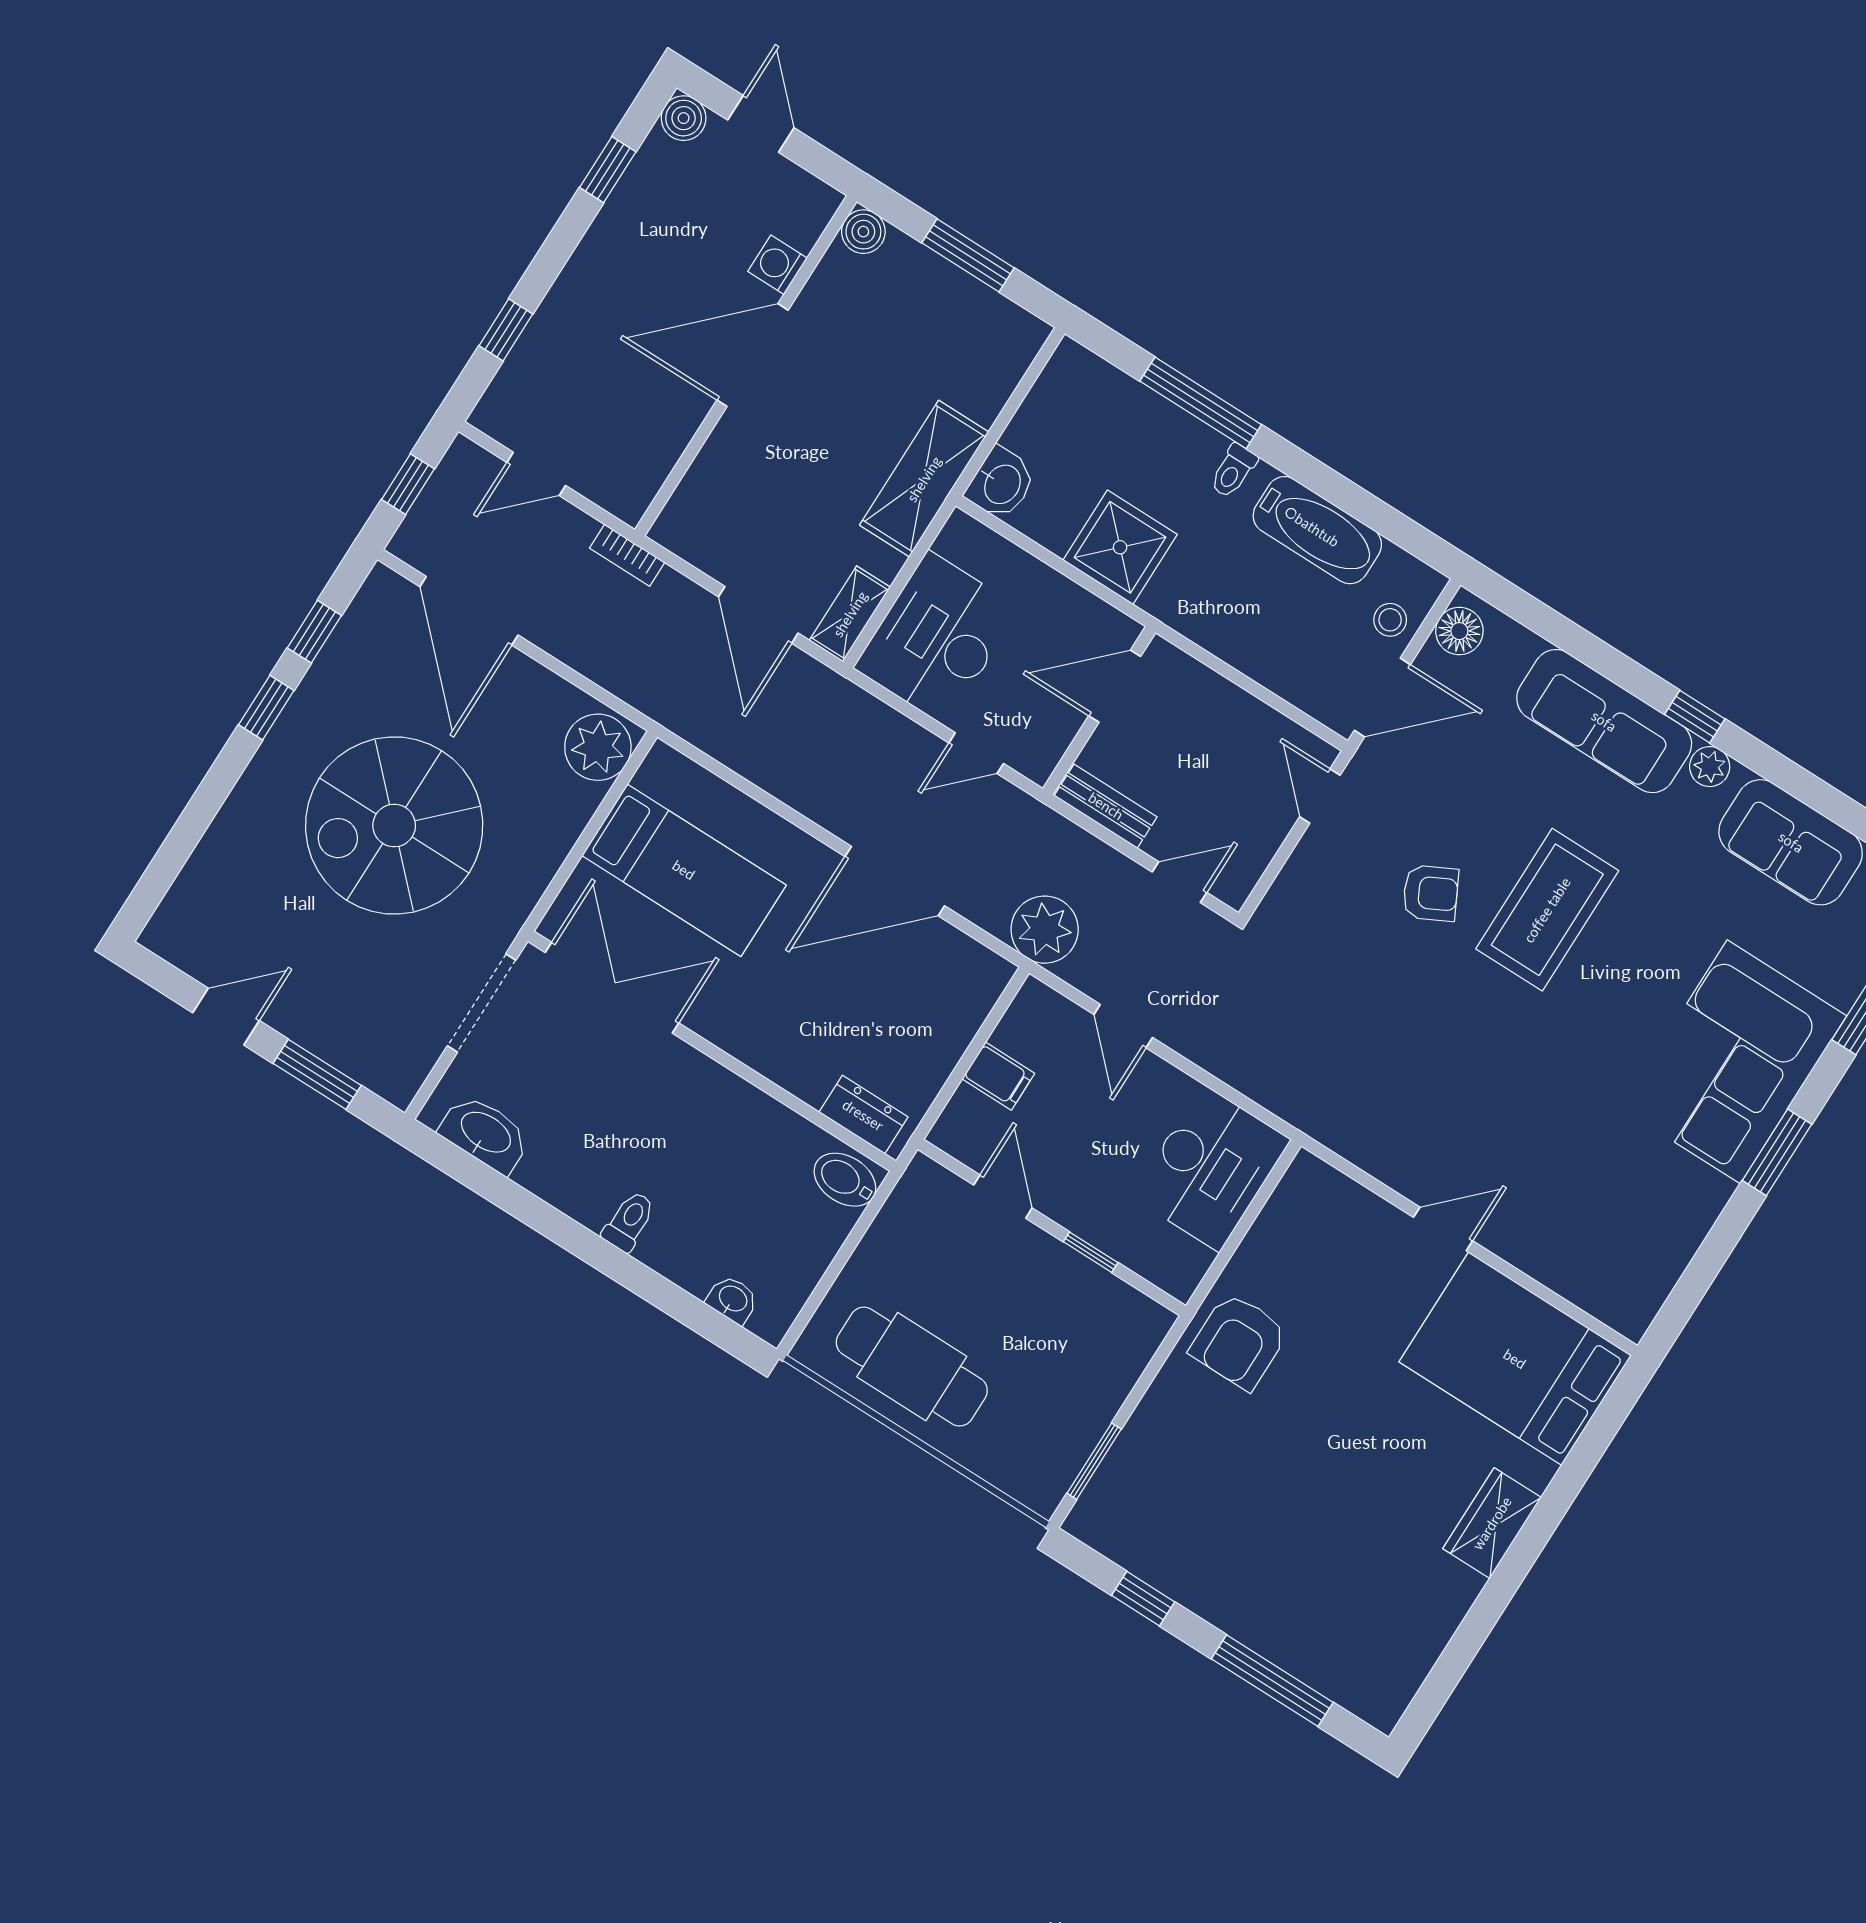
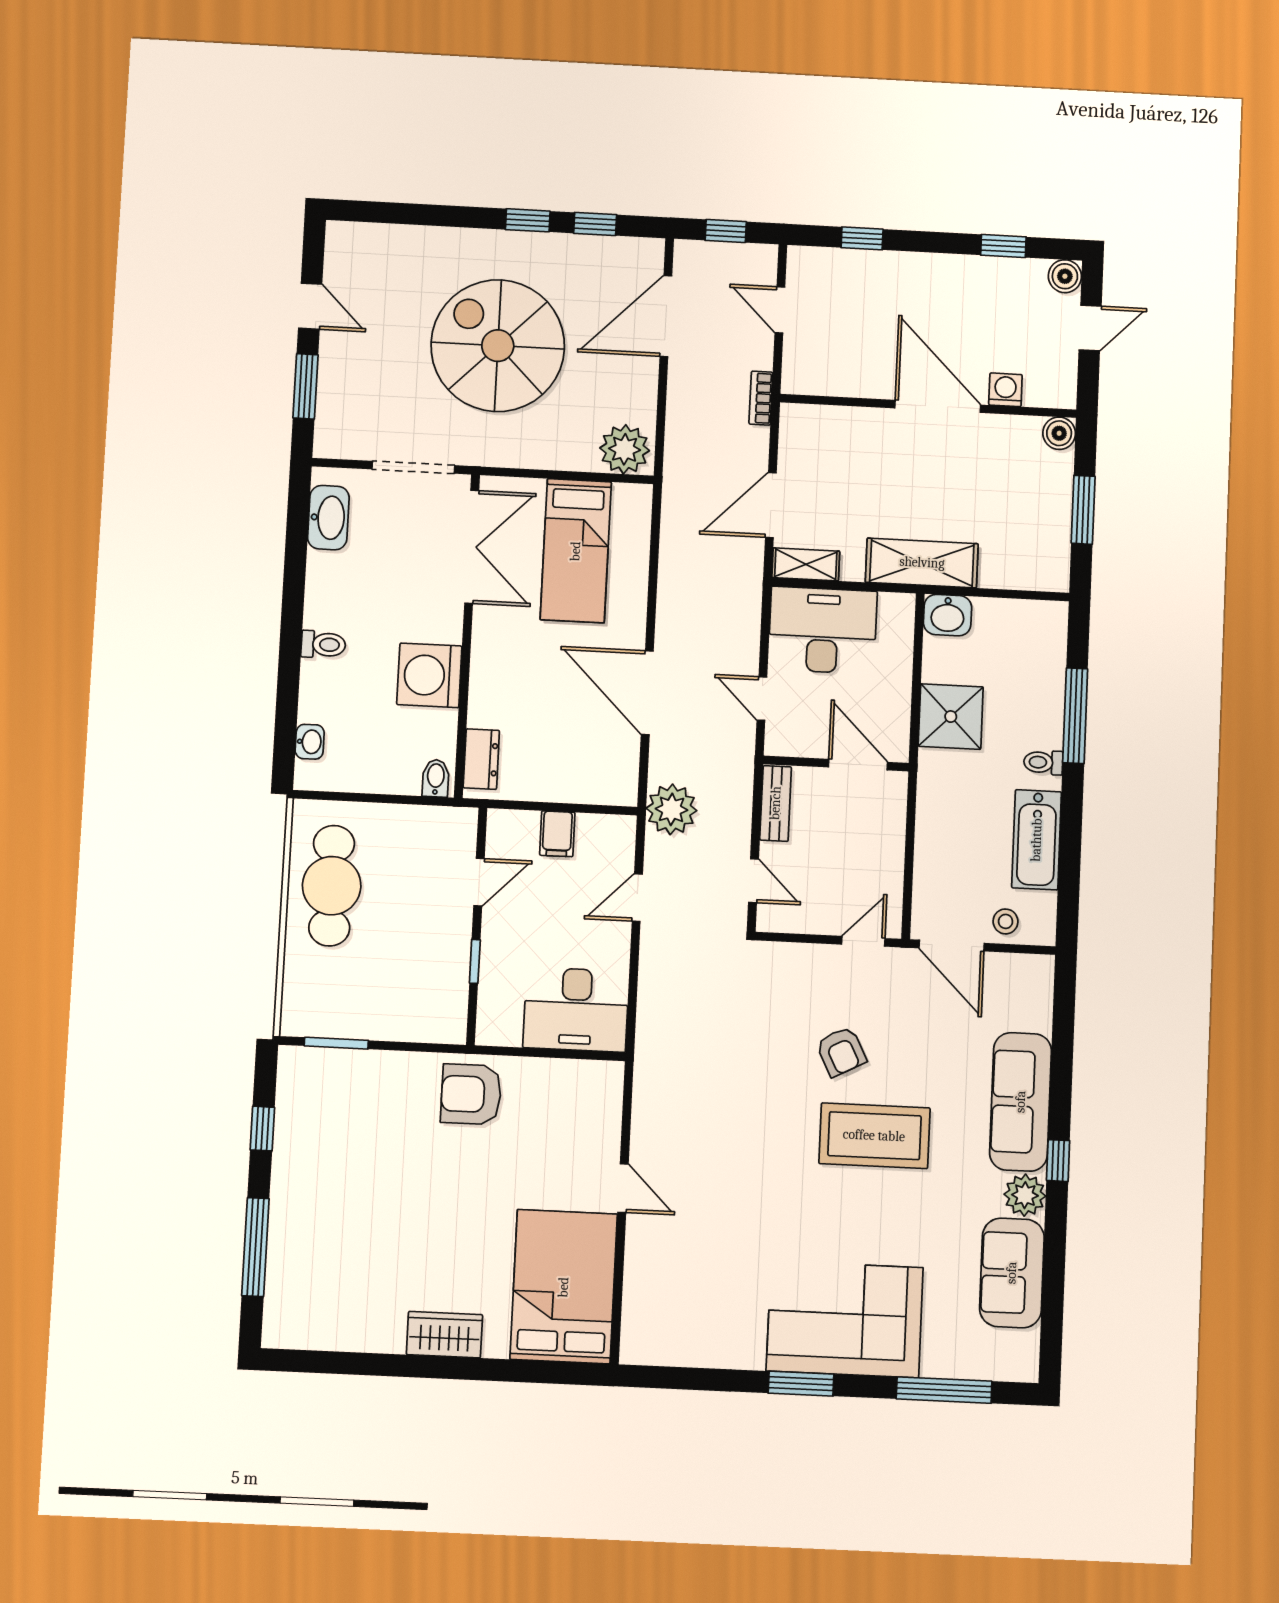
floor lamp: (1459, 631) -> (1024, 972), removed
plant: (1710, 767) -> (1025, 1195), width x1.38, depth x1.38
washing machine: (733, 1120) -> (429, 675), added
bidet: (845, 1180) -> (436, 778), width x0.72, depth x0.74

